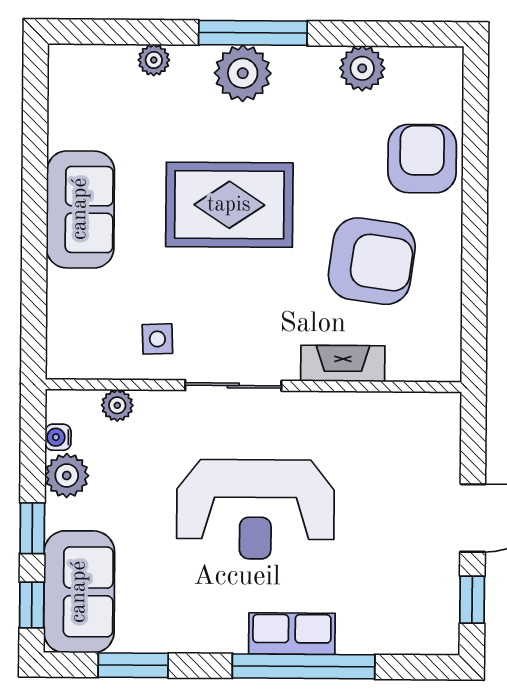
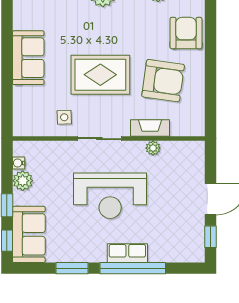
rug: (229, 205) -> (100, 75), moved
plant: (117, 405) -> (153, 148), moved
window: (133, 665) -> (72, 268), moved

